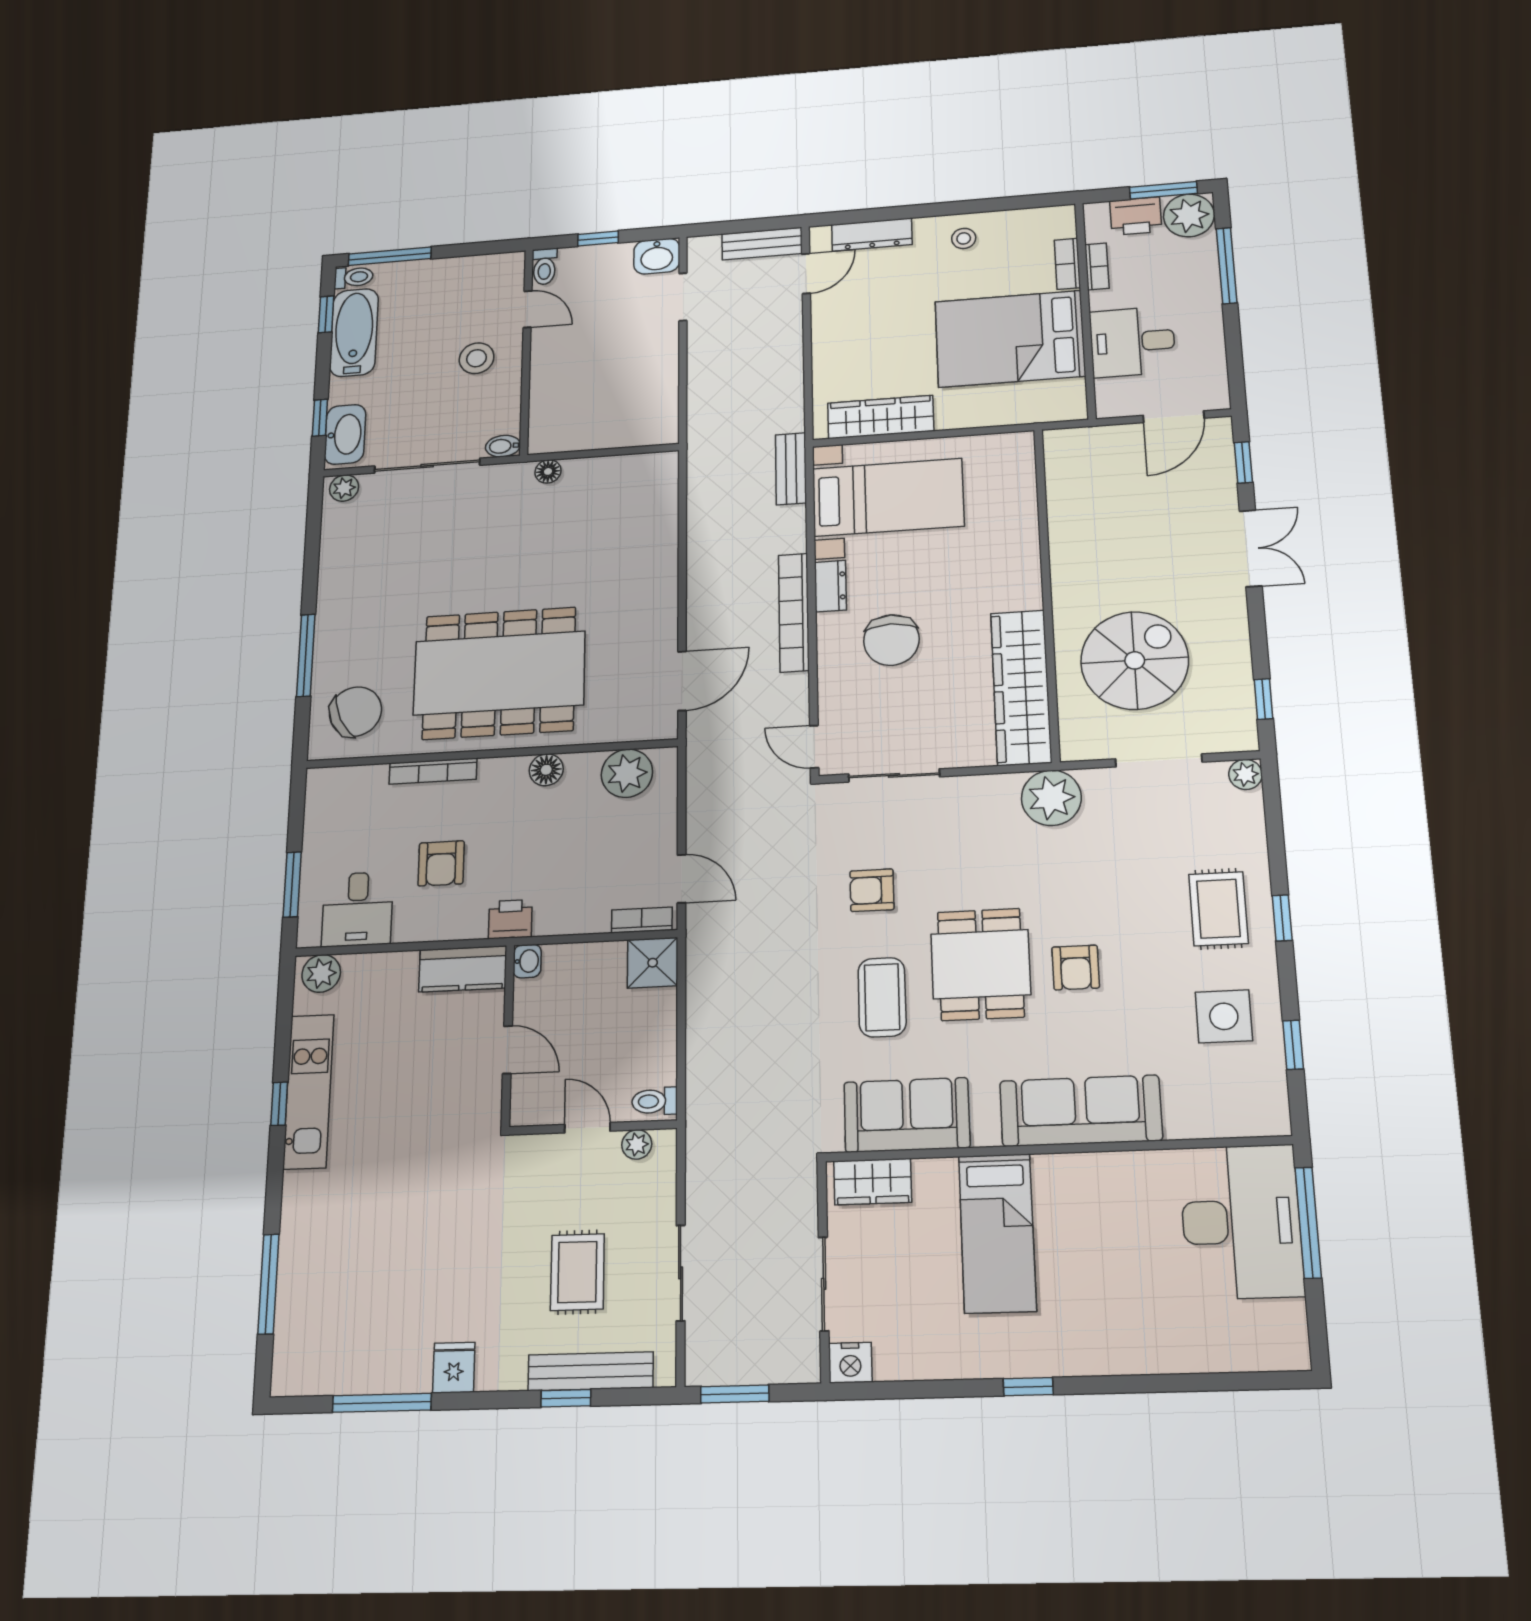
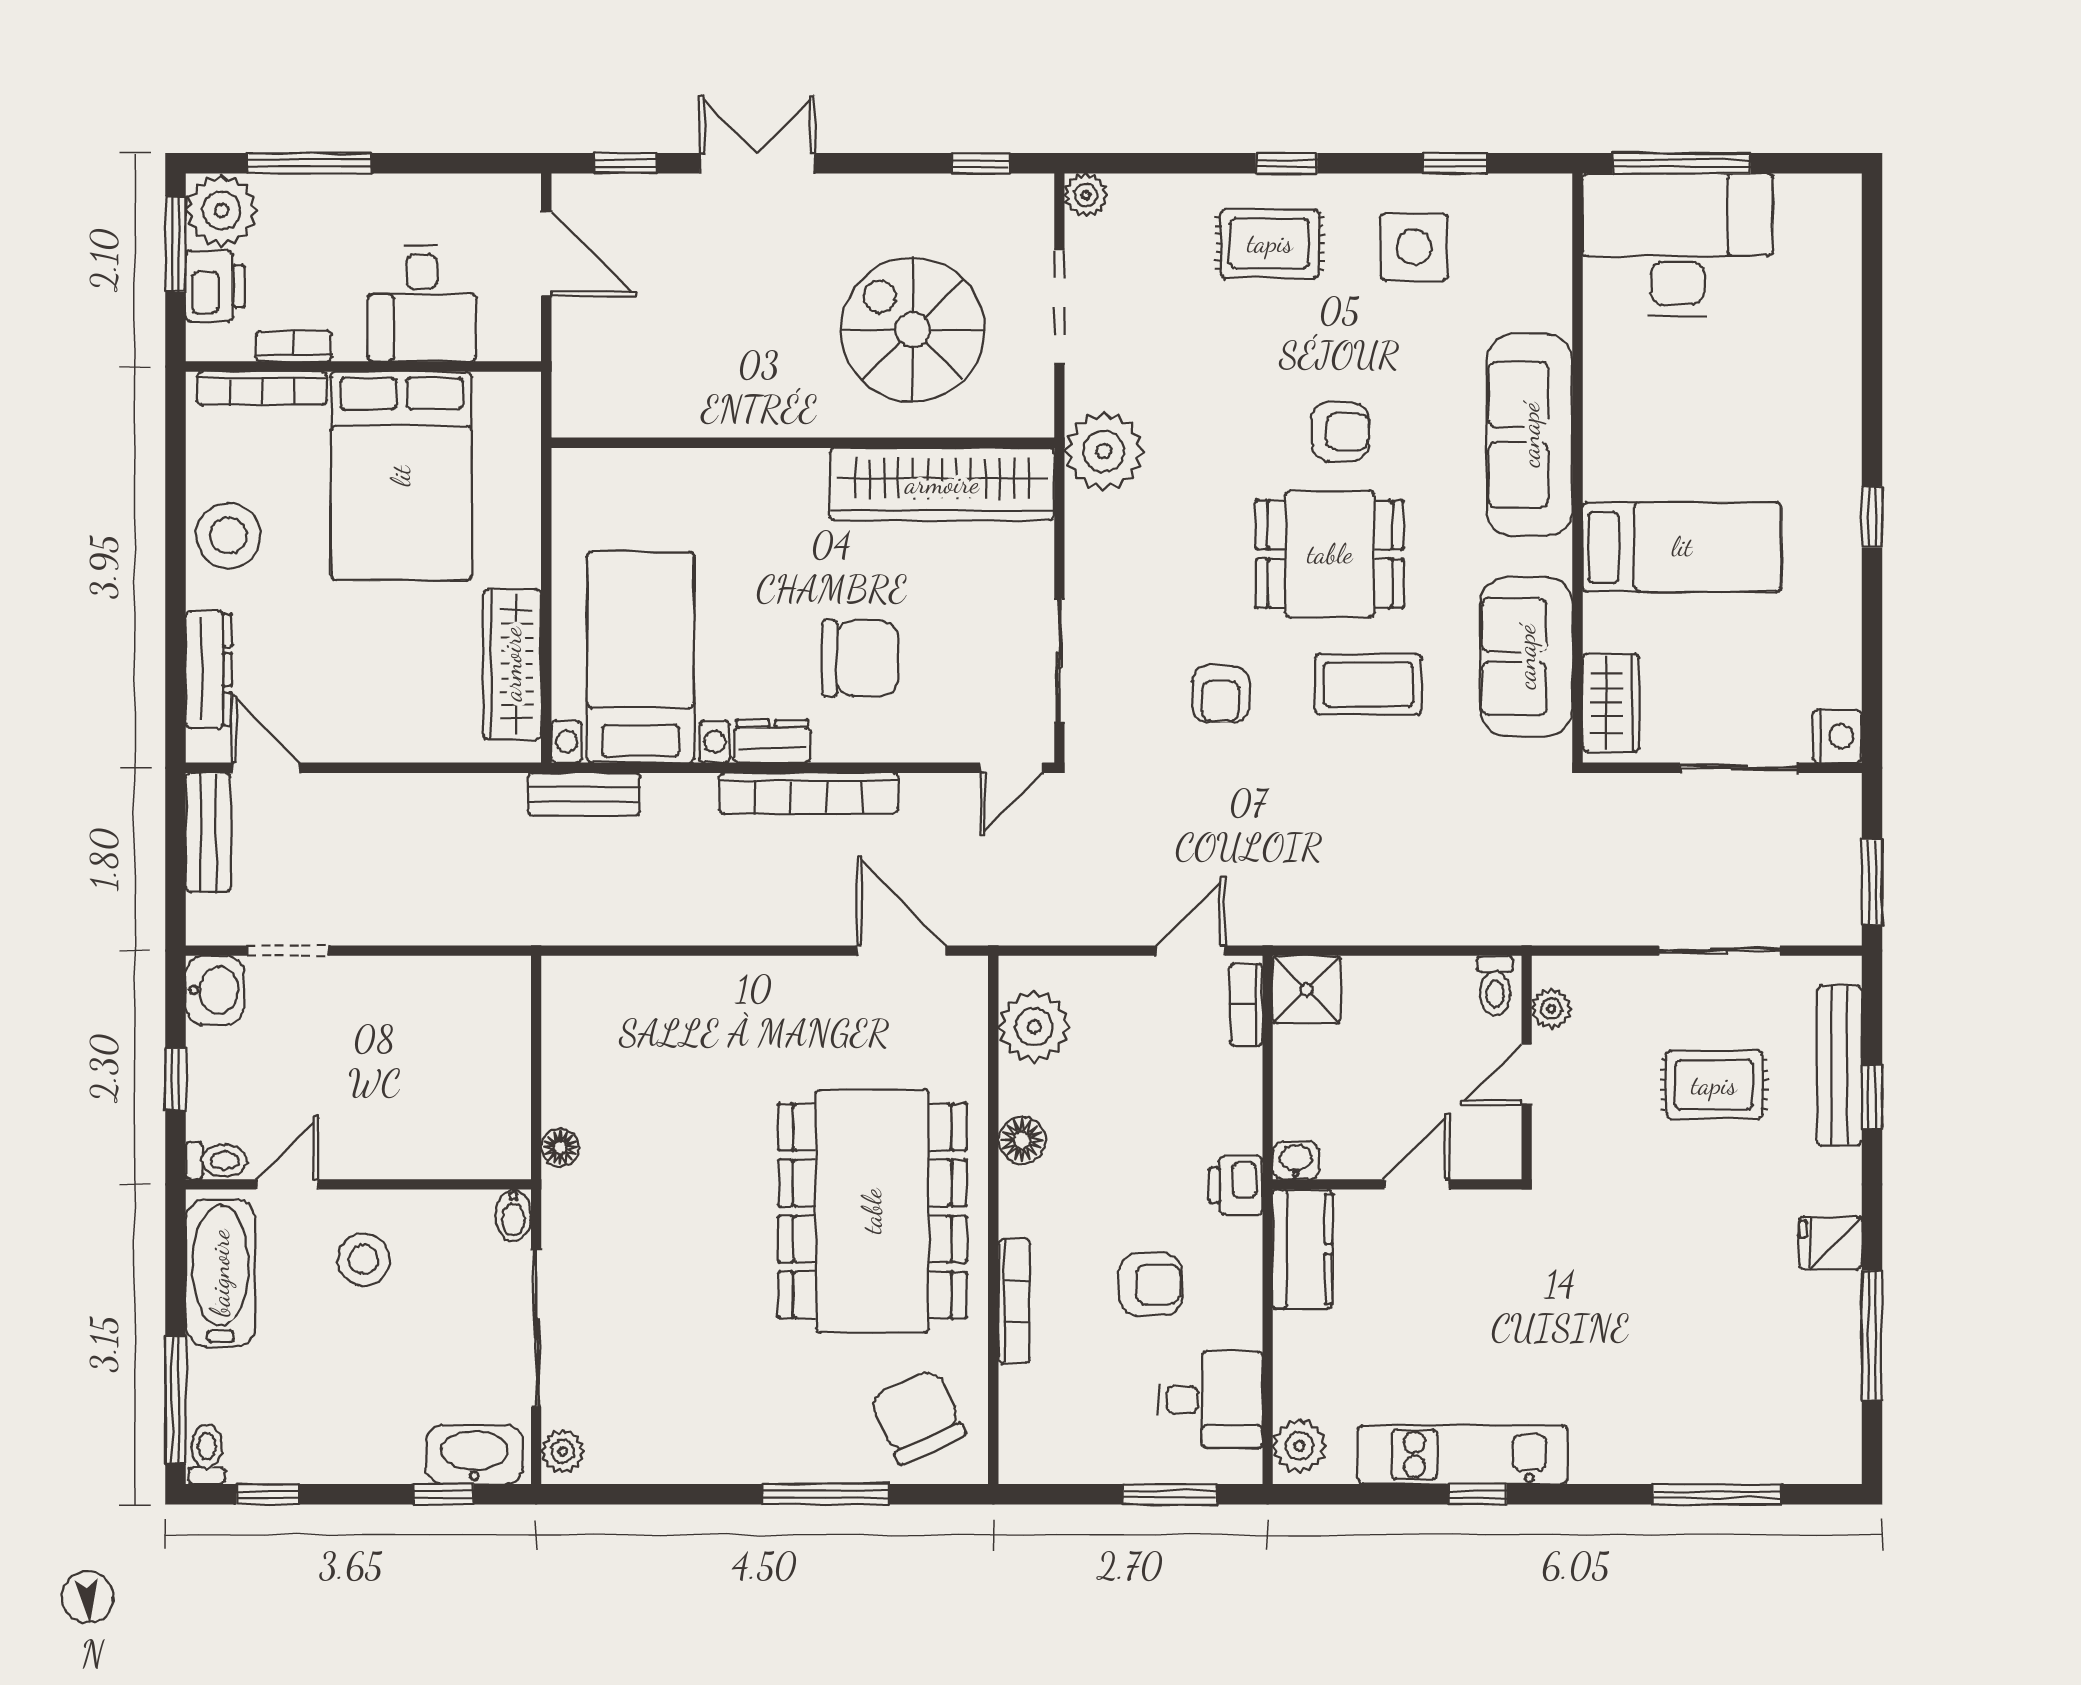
stool: (964, 238) -> (228, 536), width x1.89, depth x1.89
bookcase: (1067, 264) -> (262, 388), width x1.56
bathtub: (354, 333) -> (220, 1273), moved, turned 90

